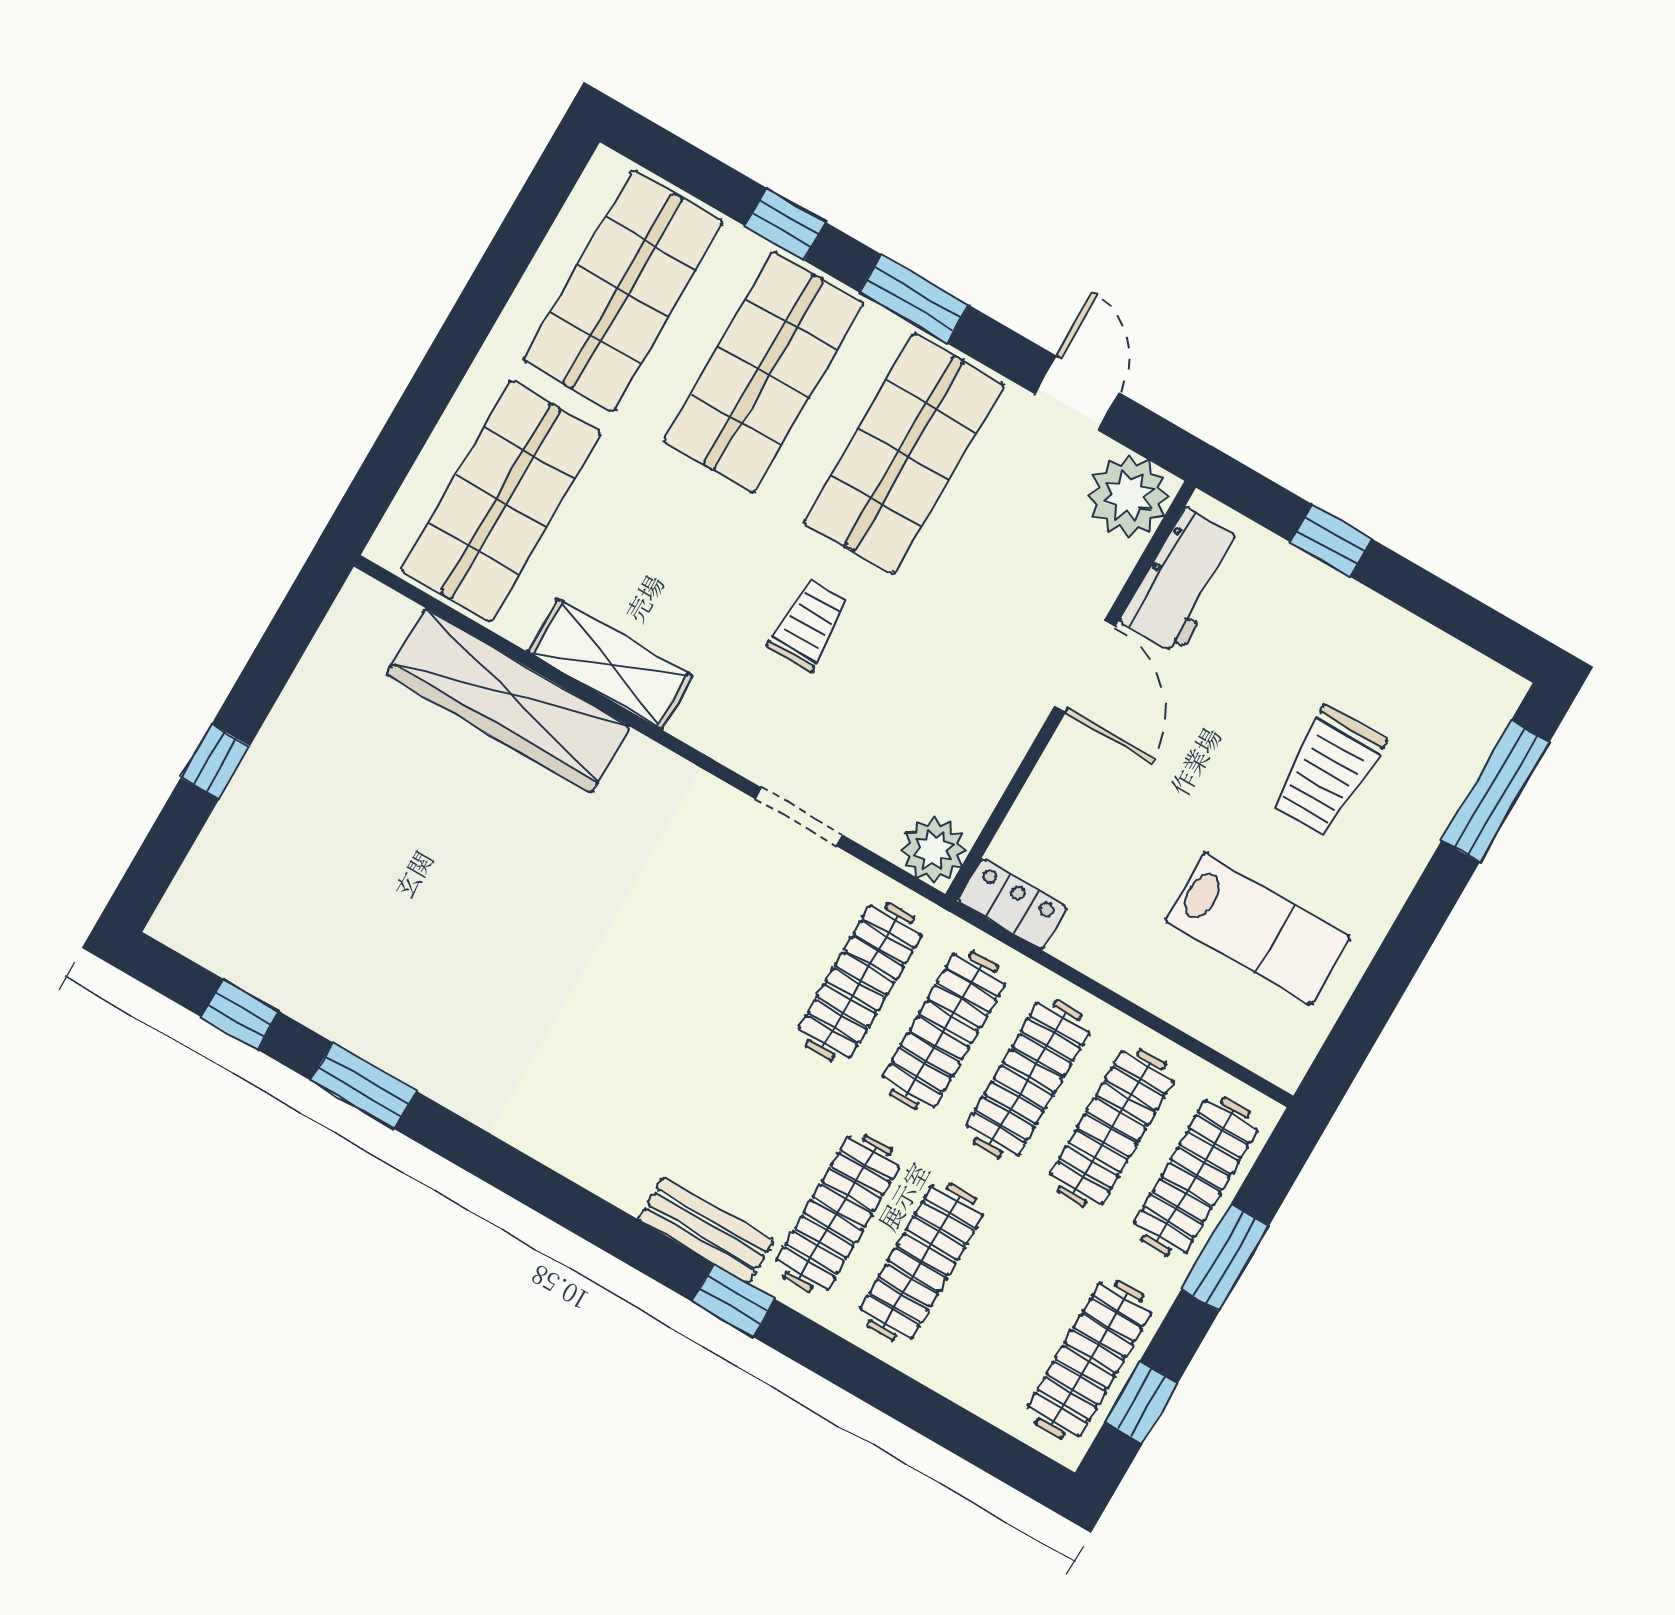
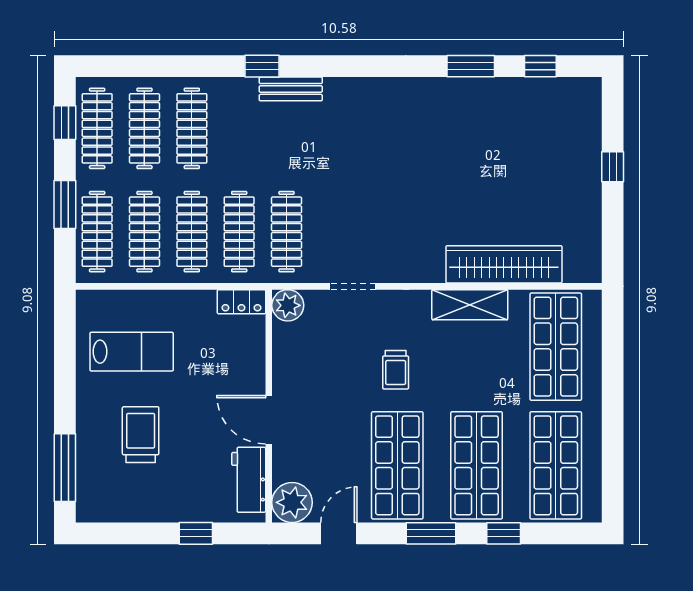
door: (1077, 393) -> (339, 533), swing flipped
lab bench: (1258, 928) -> (132, 352), turned 180
clothes rail: (838, 1213) -> (144, 128), moved

